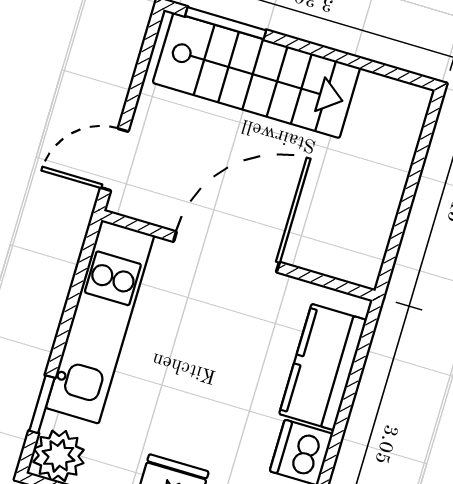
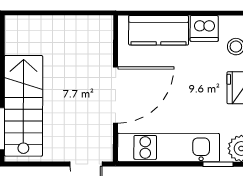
door: (226, 252) -> (115, 95), swing flipped

